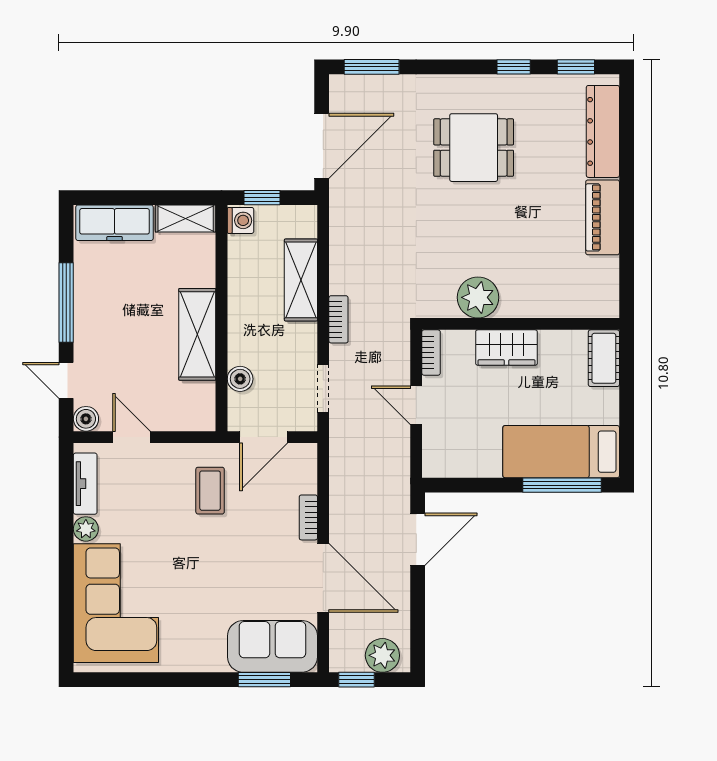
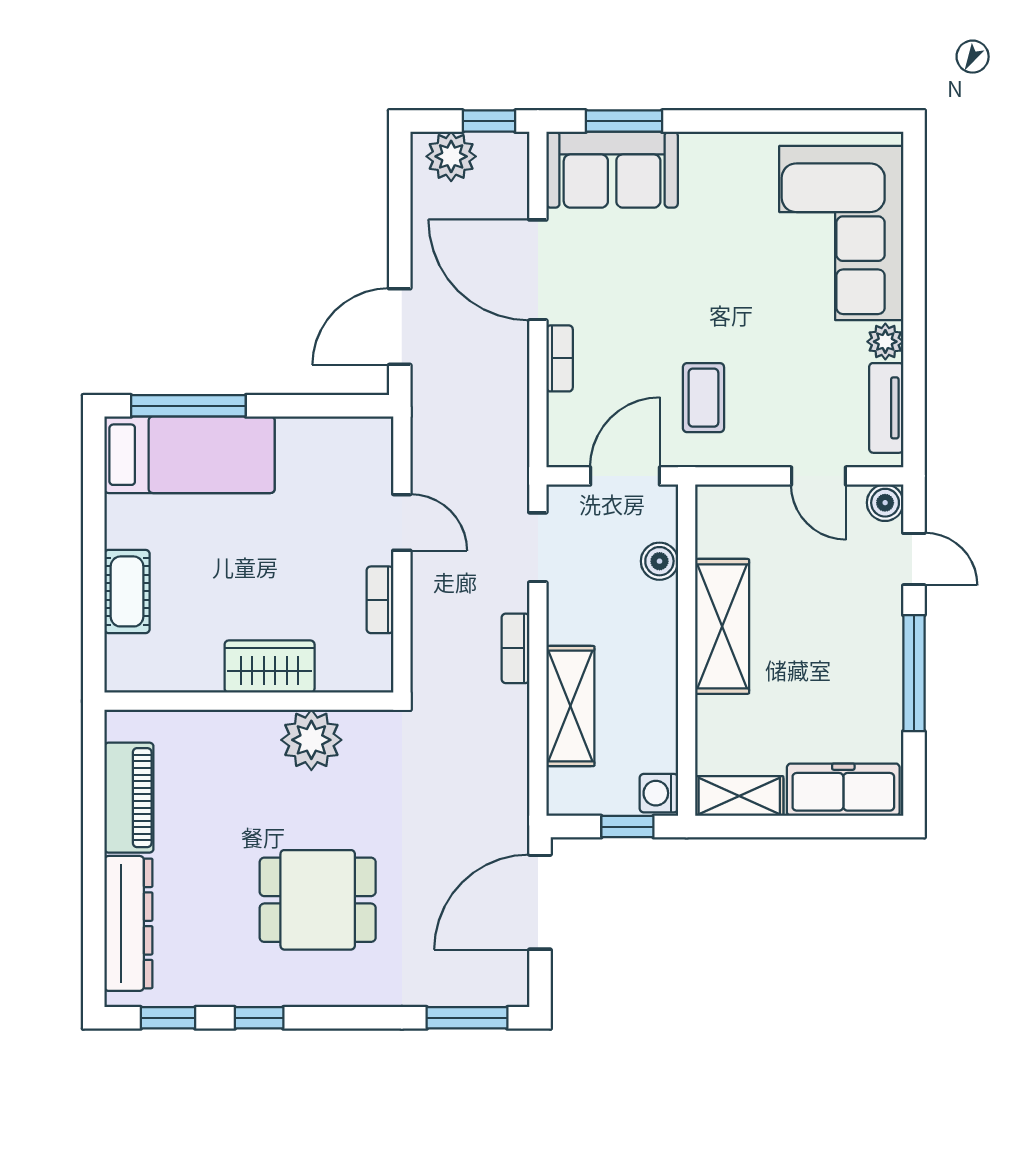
plant: (478, 297) -> (311, 740), moved
wall: (521, 324) -> (249, 701), moved
wardrobe: (506, 348) -> (270, 667), moved

